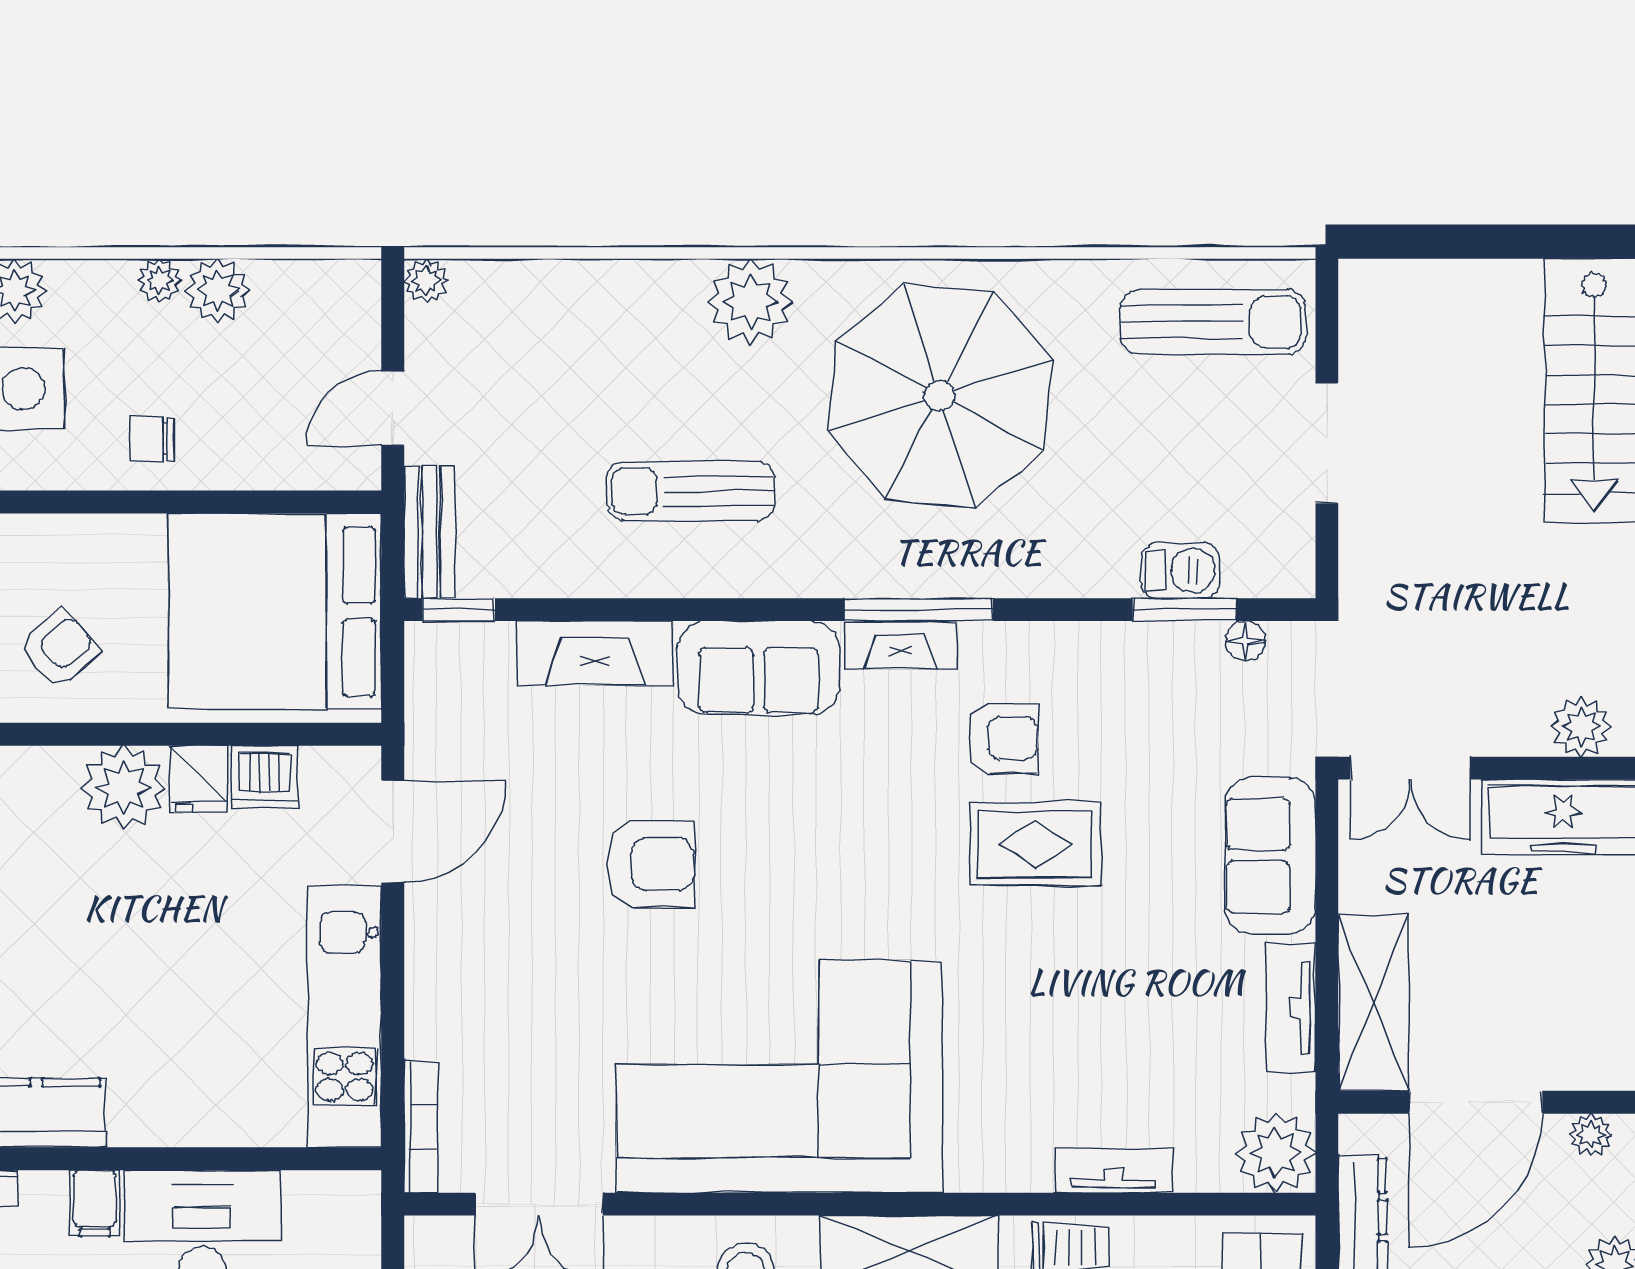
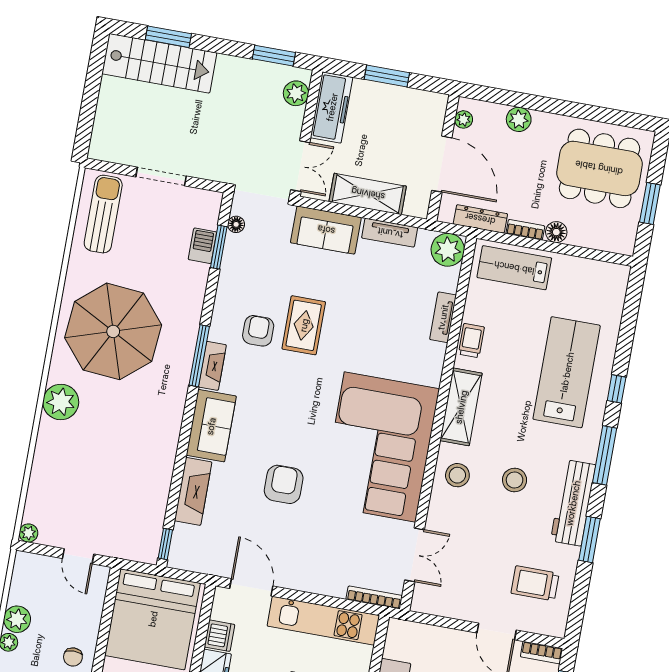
sun lounger: (691, 491) -> (134, 440), removed
bench: (429, 532) -> (131, 550), removed
shelving: (1373, 1003) -> (368, 194), moved

